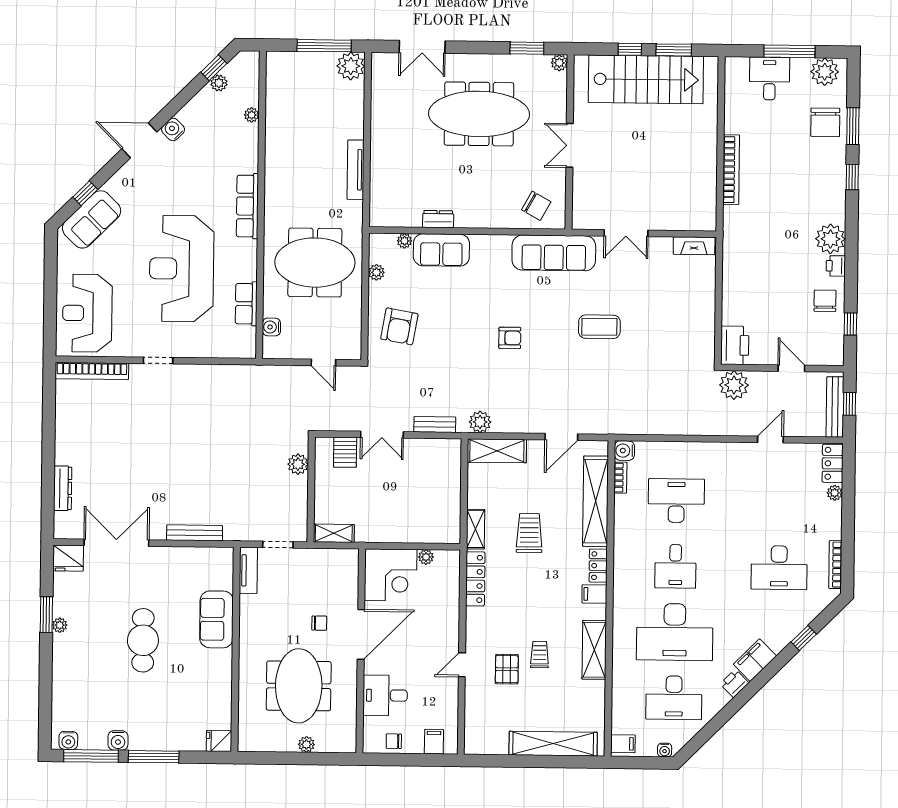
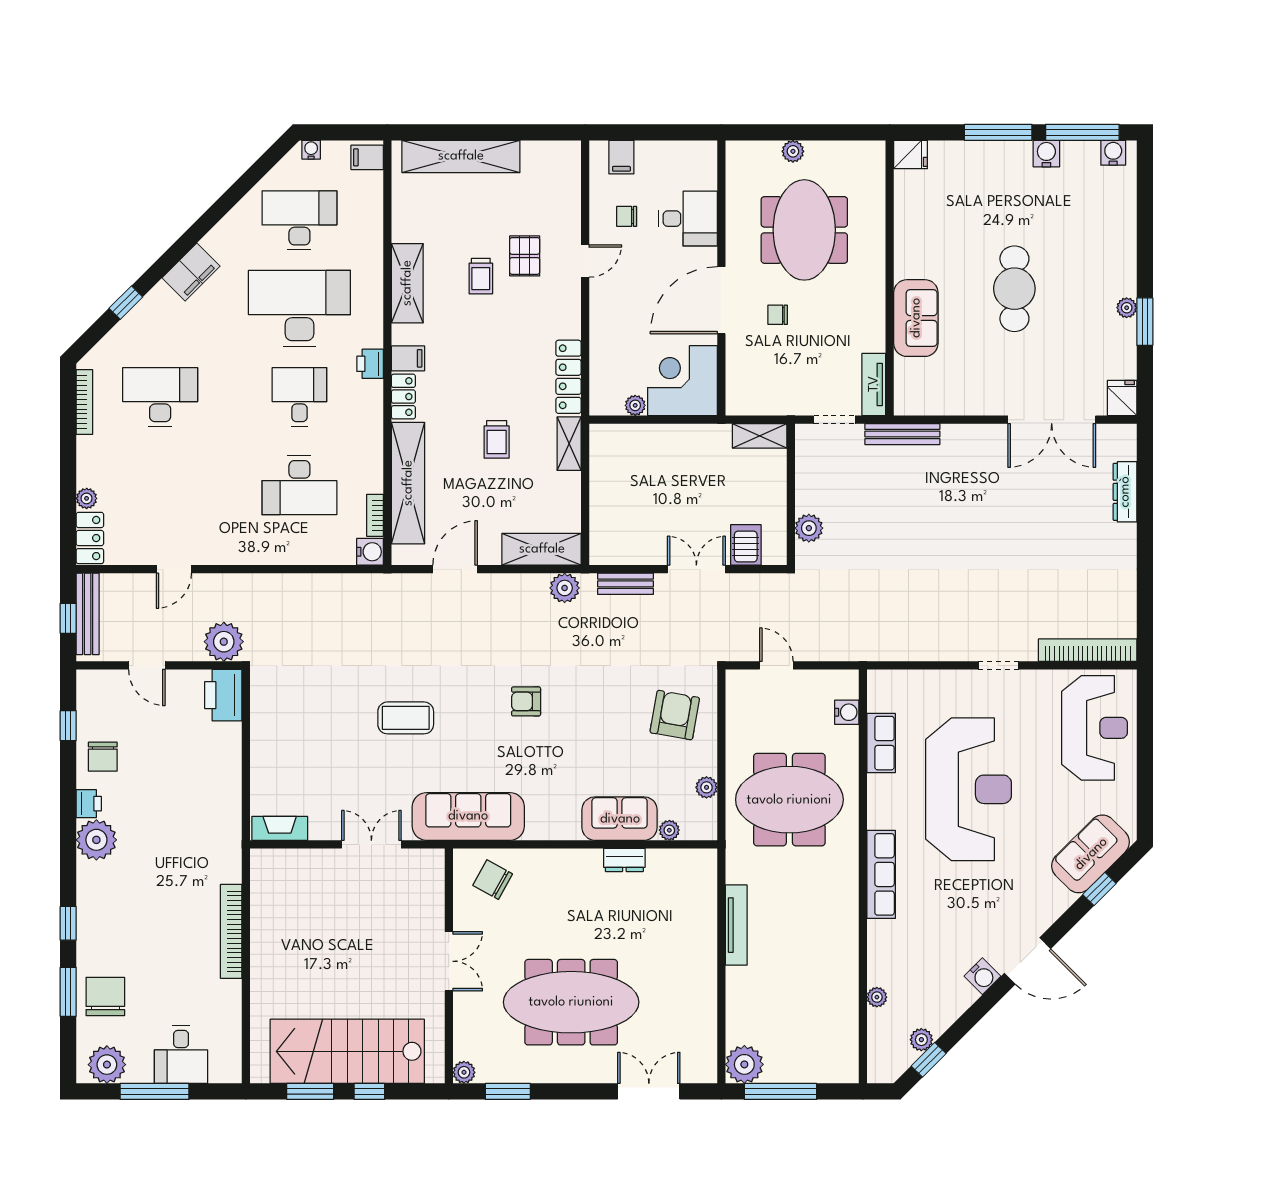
bench: (195, 533) -> (902, 434), moved
trolley: (529, 533) -> (497, 439), width x0.73, depth x0.72
fridge: (68, 558) -> (1122, 398), width x0.72
printer: (735, 683) -> (370, 364), moved, turned 135
chair: (394, 741) -> (627, 216), moved, turned 180

